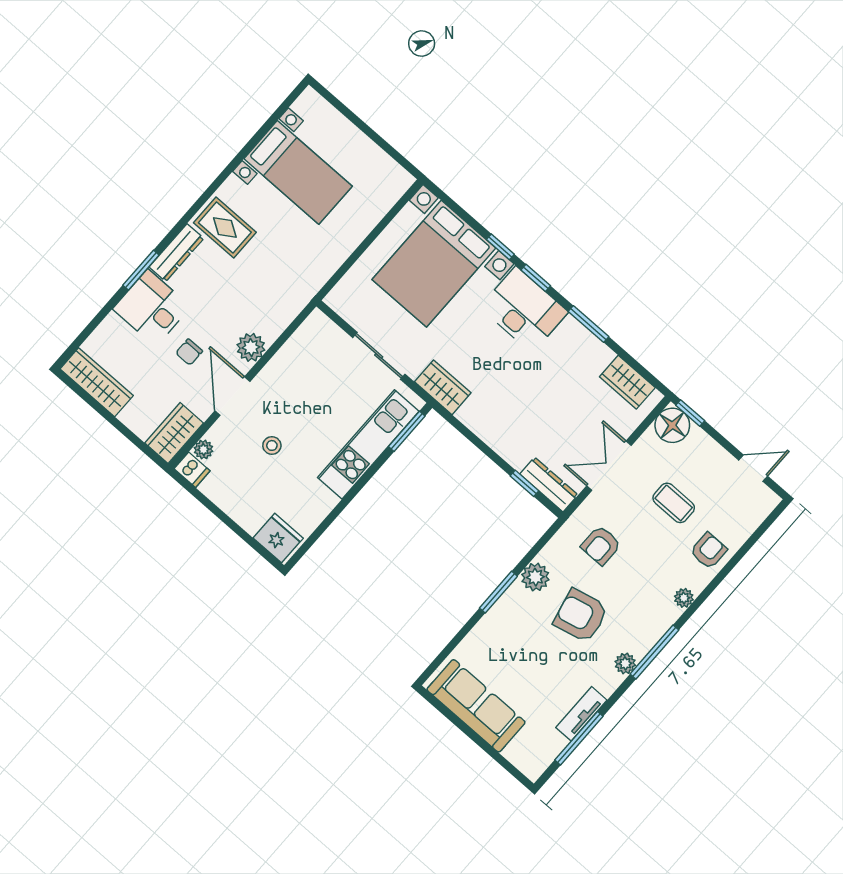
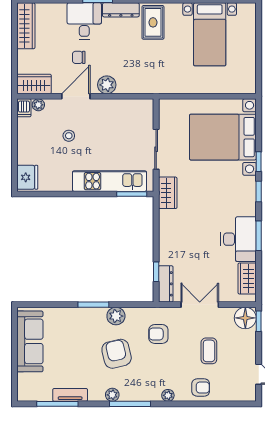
desk: (524, 310) -> (239, 239), moved

